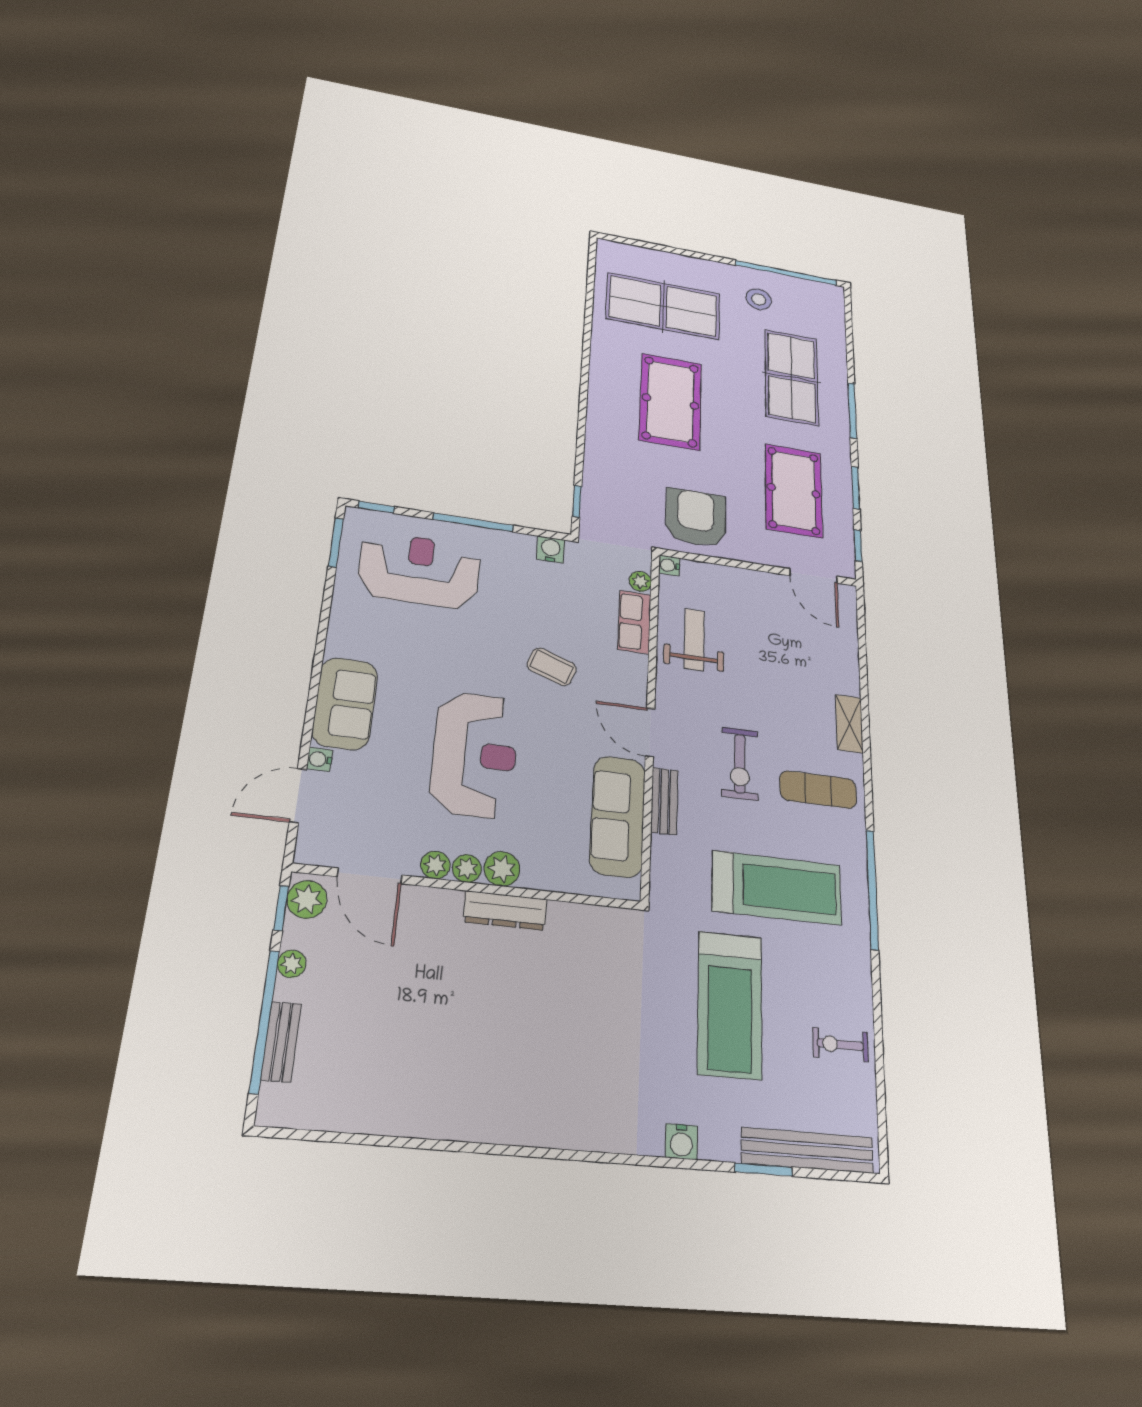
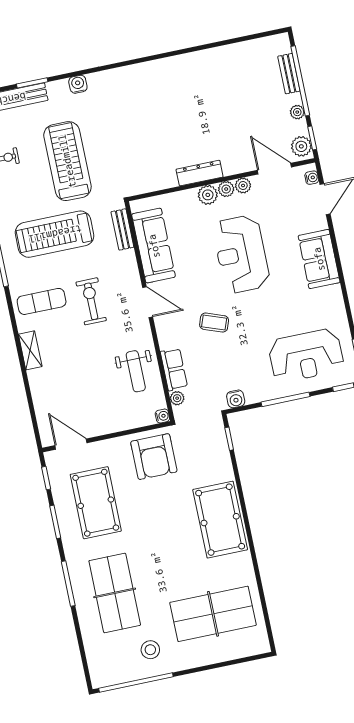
pool table: (670, 402) -> (220, 520), moved
water cooler: (320, 759) -> (312, 178), moved
bench: (664, 801) -> (122, 229), moved

